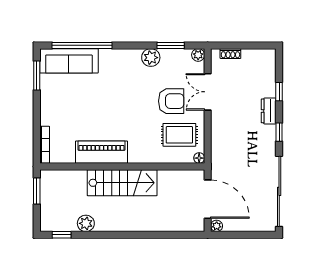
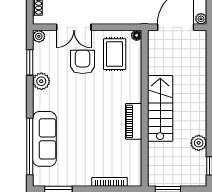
sofa: (69, 61) -> (44, 139), moved
bookcase: (45, 145) -> (110, 182), moved
piano: (102, 152) -> (134, 121), width x0.73, depth x0.75

